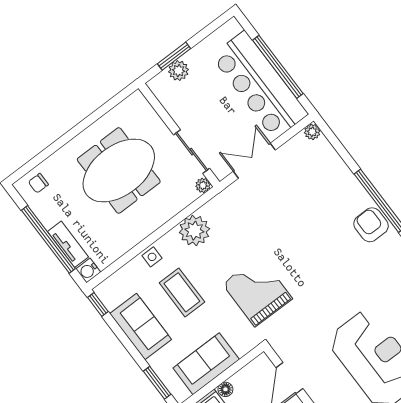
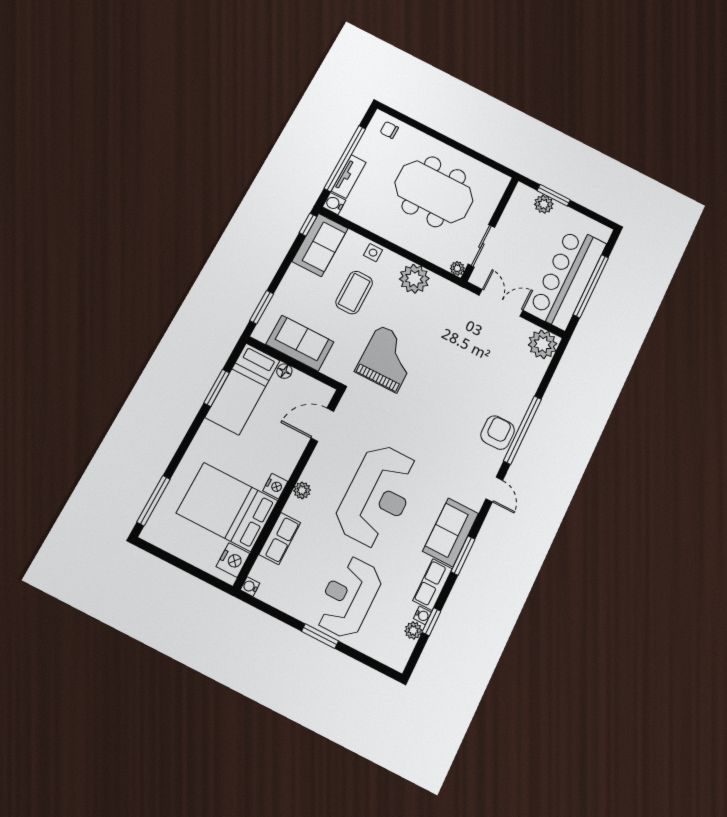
plant: (312, 132) -> (543, 344), width x1.88, depth x1.88
sofa: (141, 326) -> (320, 245), moved

